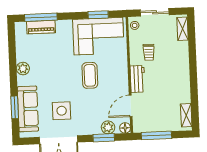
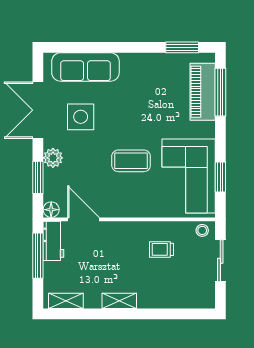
piano: (41, 27) -> (203, 92), width x1.37, depth x1.33
shelving: (182, 29) -> (119, 301), moved
plant: (23, 69) -> (146, 62), removed
workbench: (138, 79) -> (53, 241), moved, turned -90
window: (15, 107) -> (182, 47), moved
plant: (108, 127) -> (53, 158), moved

